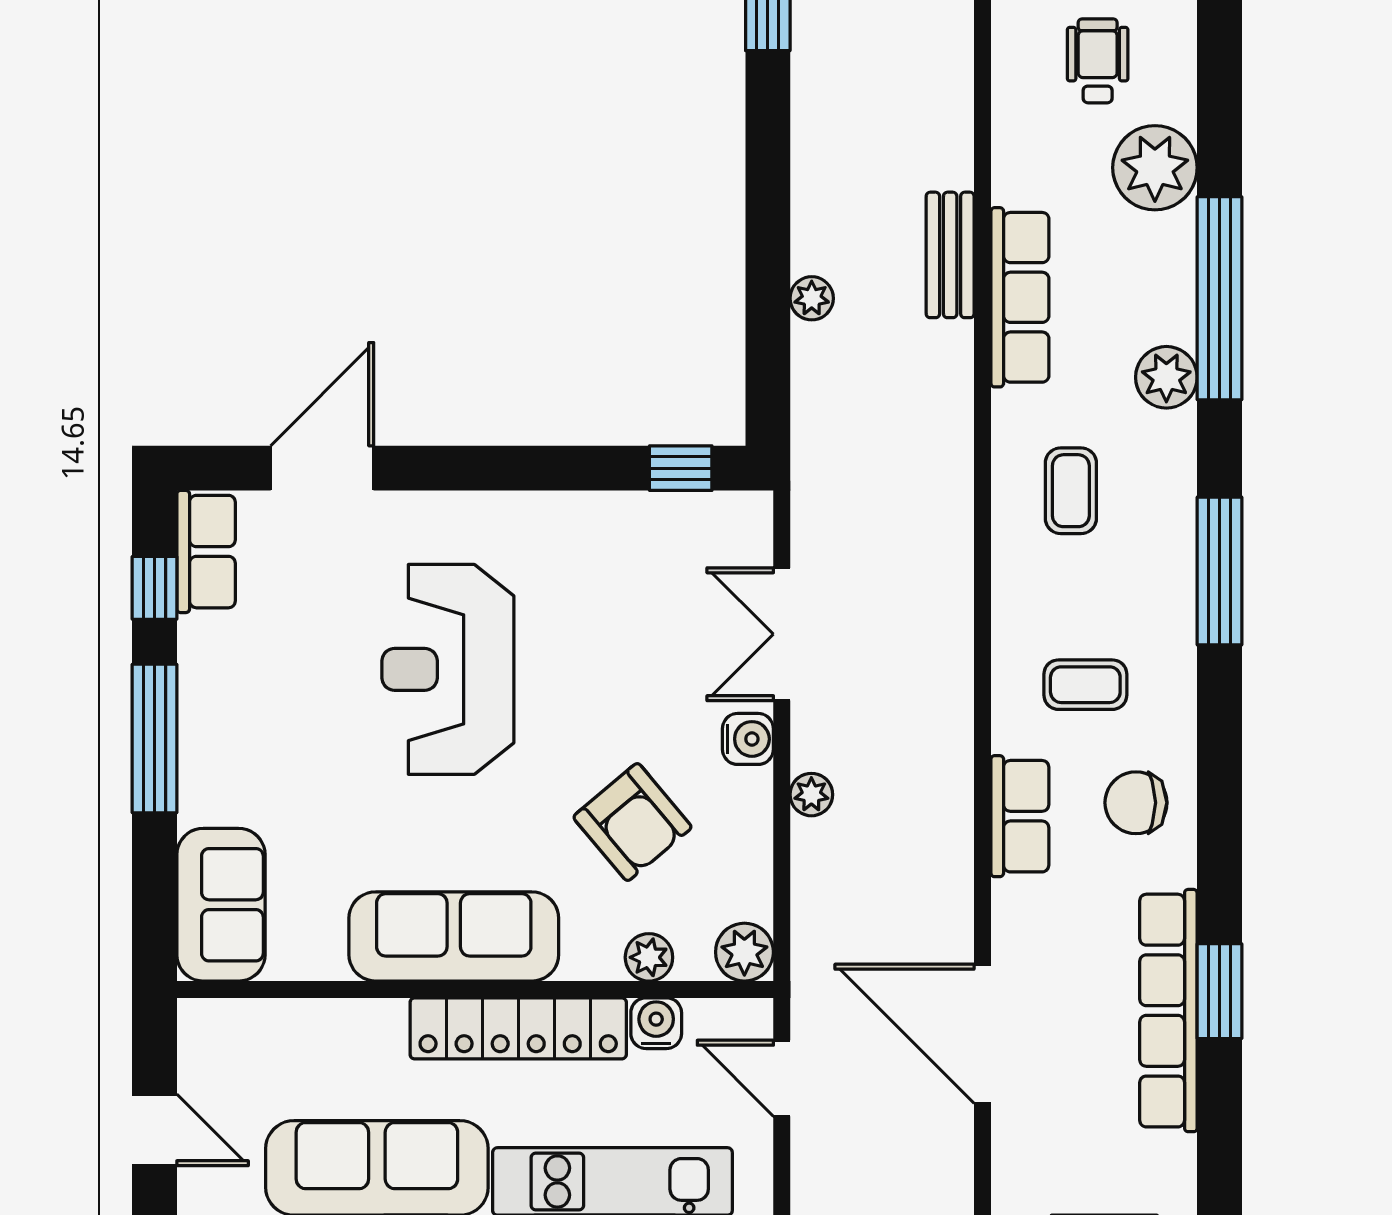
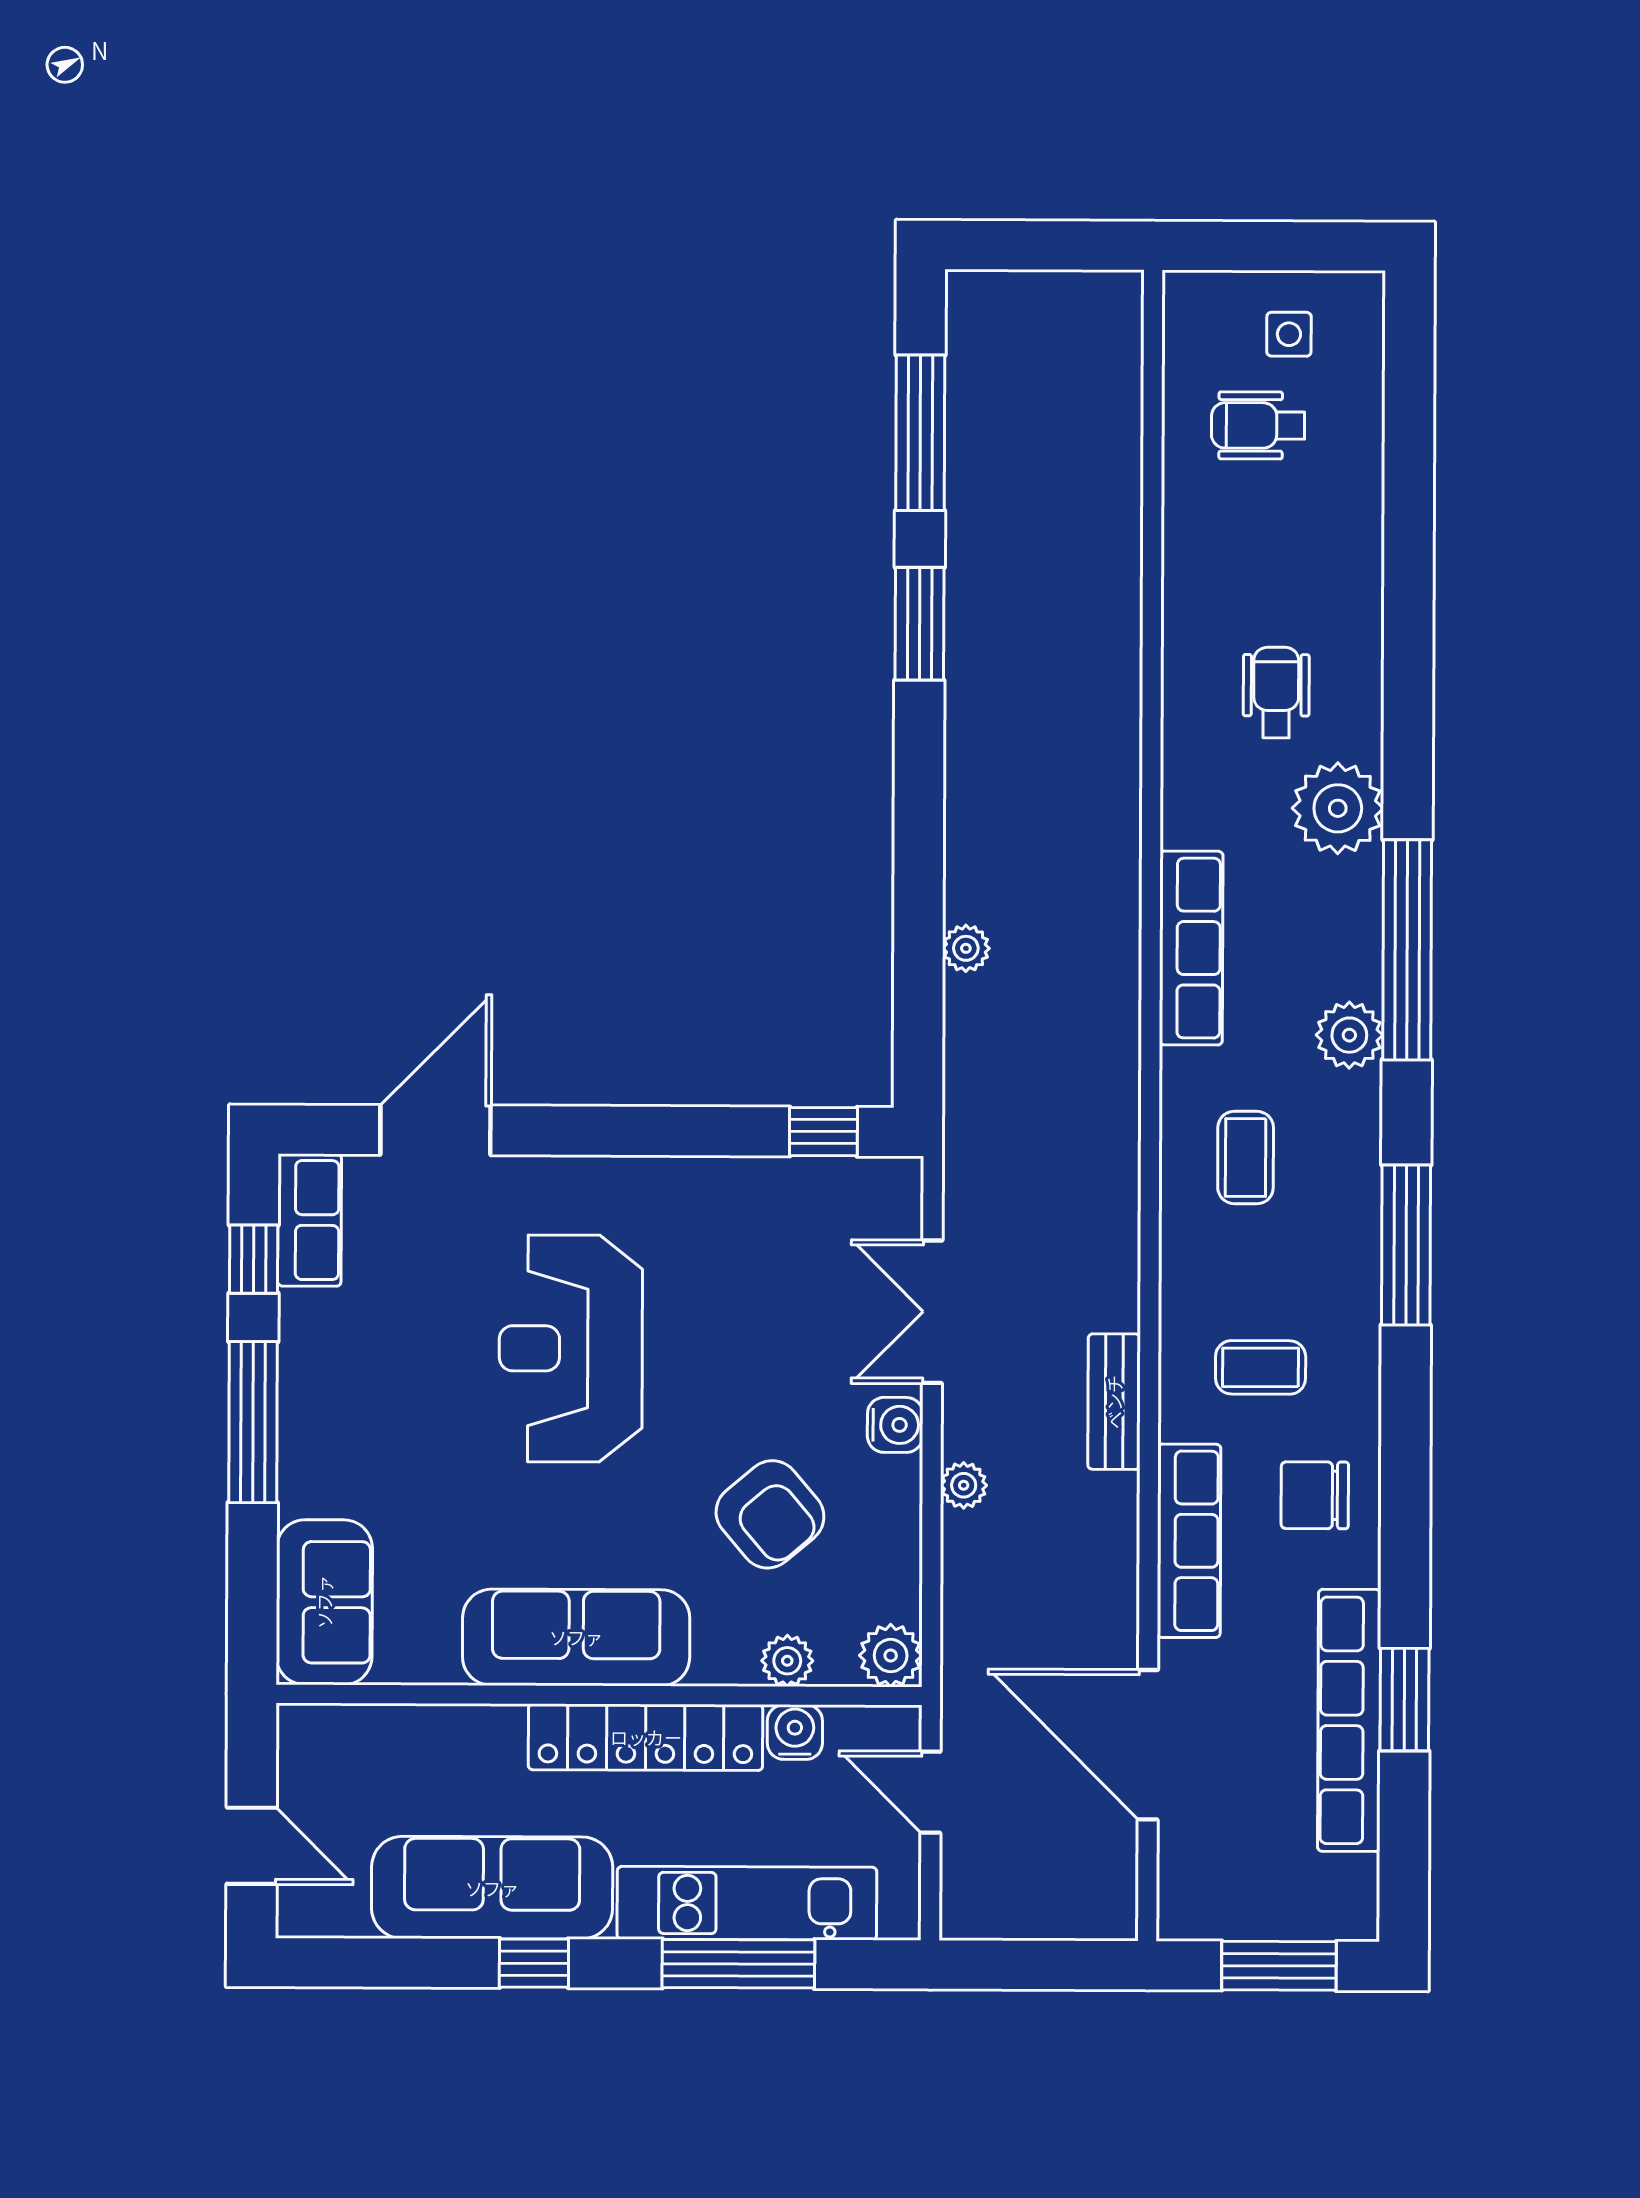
bench: (950, 255) -> (1114, 1402), moved
row of seats: (1020, 816) -> (1189, 1541), width x1.48

